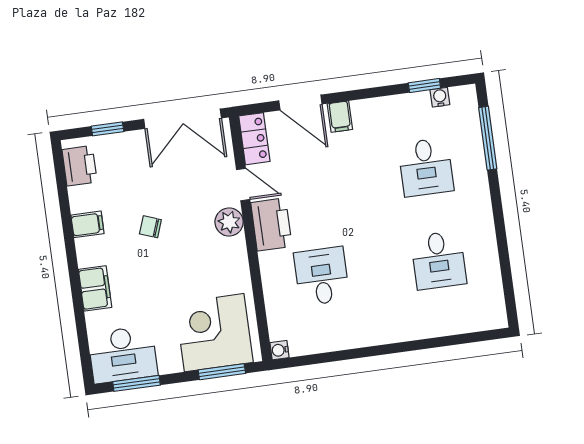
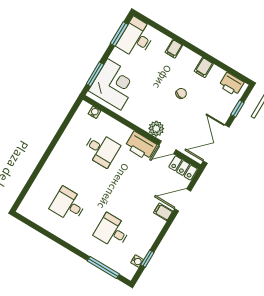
filing cabinet: (95, 288) -> (174, 49), width x0.50
water cooler: (280, 350) -> (94, 112), moved

